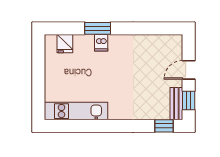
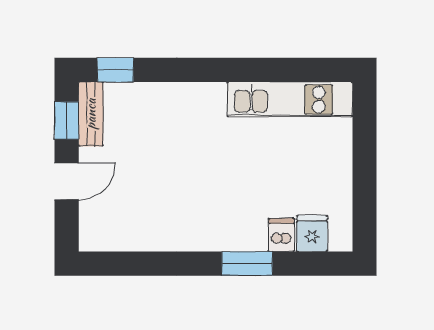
dishwasher: (101, 43) -> (281, 235), moved

